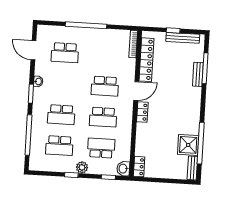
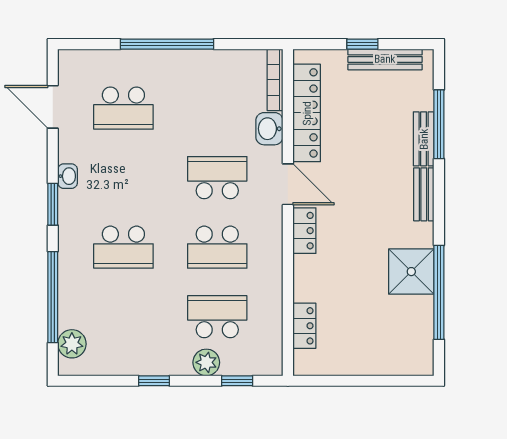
school desk: (105, 86) -> (217, 178), turned 180
door: (136, 91) -> (288, 184), hinge flipped
shower: (188, 145) -> (411, 272), moved
school desk: (59, 146) -> (123, 317), removed
plant: (36, 156) -> (72, 344), added
plant: (82, 167) -> (206, 362), moved
locker: (139, 167) -> (304, 326), moved
bench: (192, 168) -> (424, 194), moved
washbasin: (123, 169) -> (269, 129), moved

